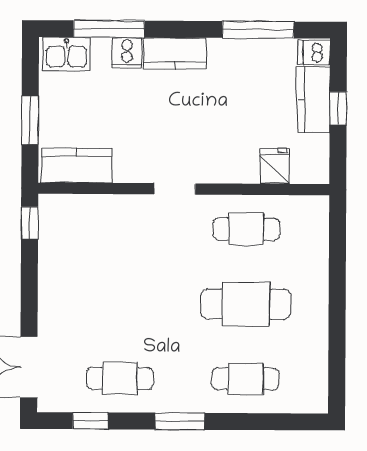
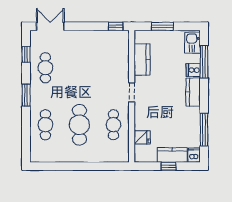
kitchen counter: (77, 165) -> (142, 59), moved

